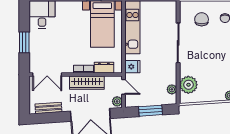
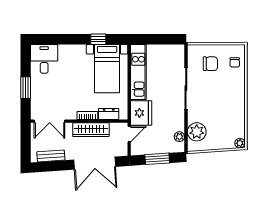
chair: (202, 19) -> (210, 64), turned 90
fridge: (132, 67) -> (141, 113), width x1.88, depth x1.34
door: (124, 87) -> (129, 134), hinge flipped
plant: (117, 101) -> (122, 149), removed

